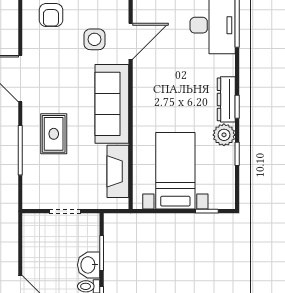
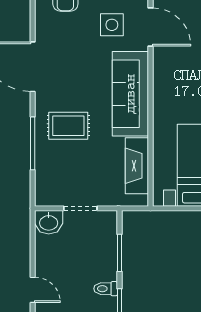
door: (131, 41) -> (150, 27), hinge flipped
rug: (54, 134) -> (68, 126), turned 90
washbasin: (89, 265) -> (49, 222), moved, turned -90

